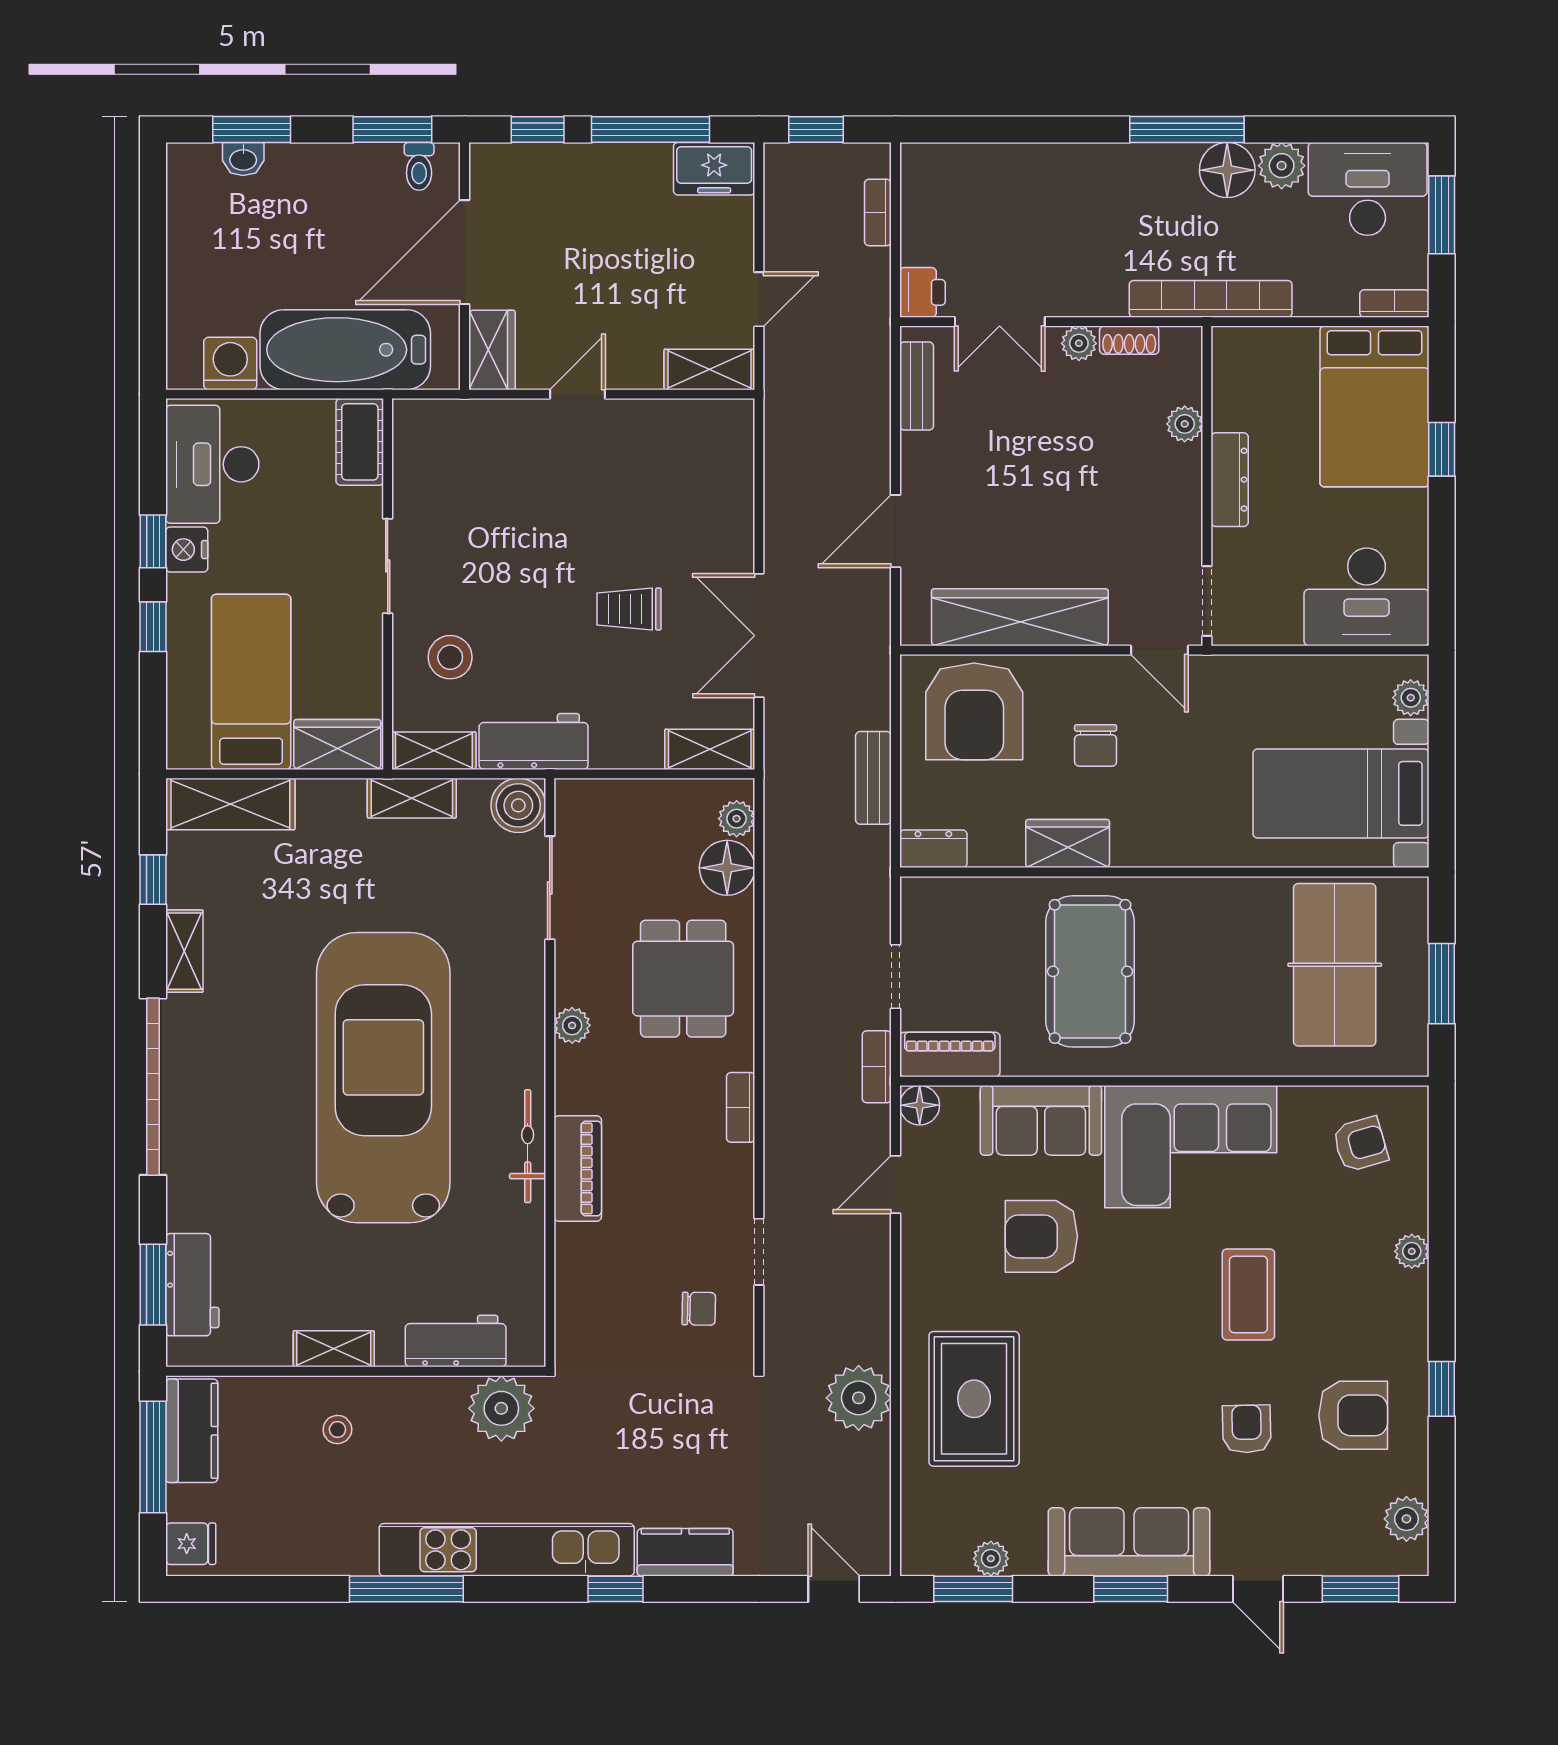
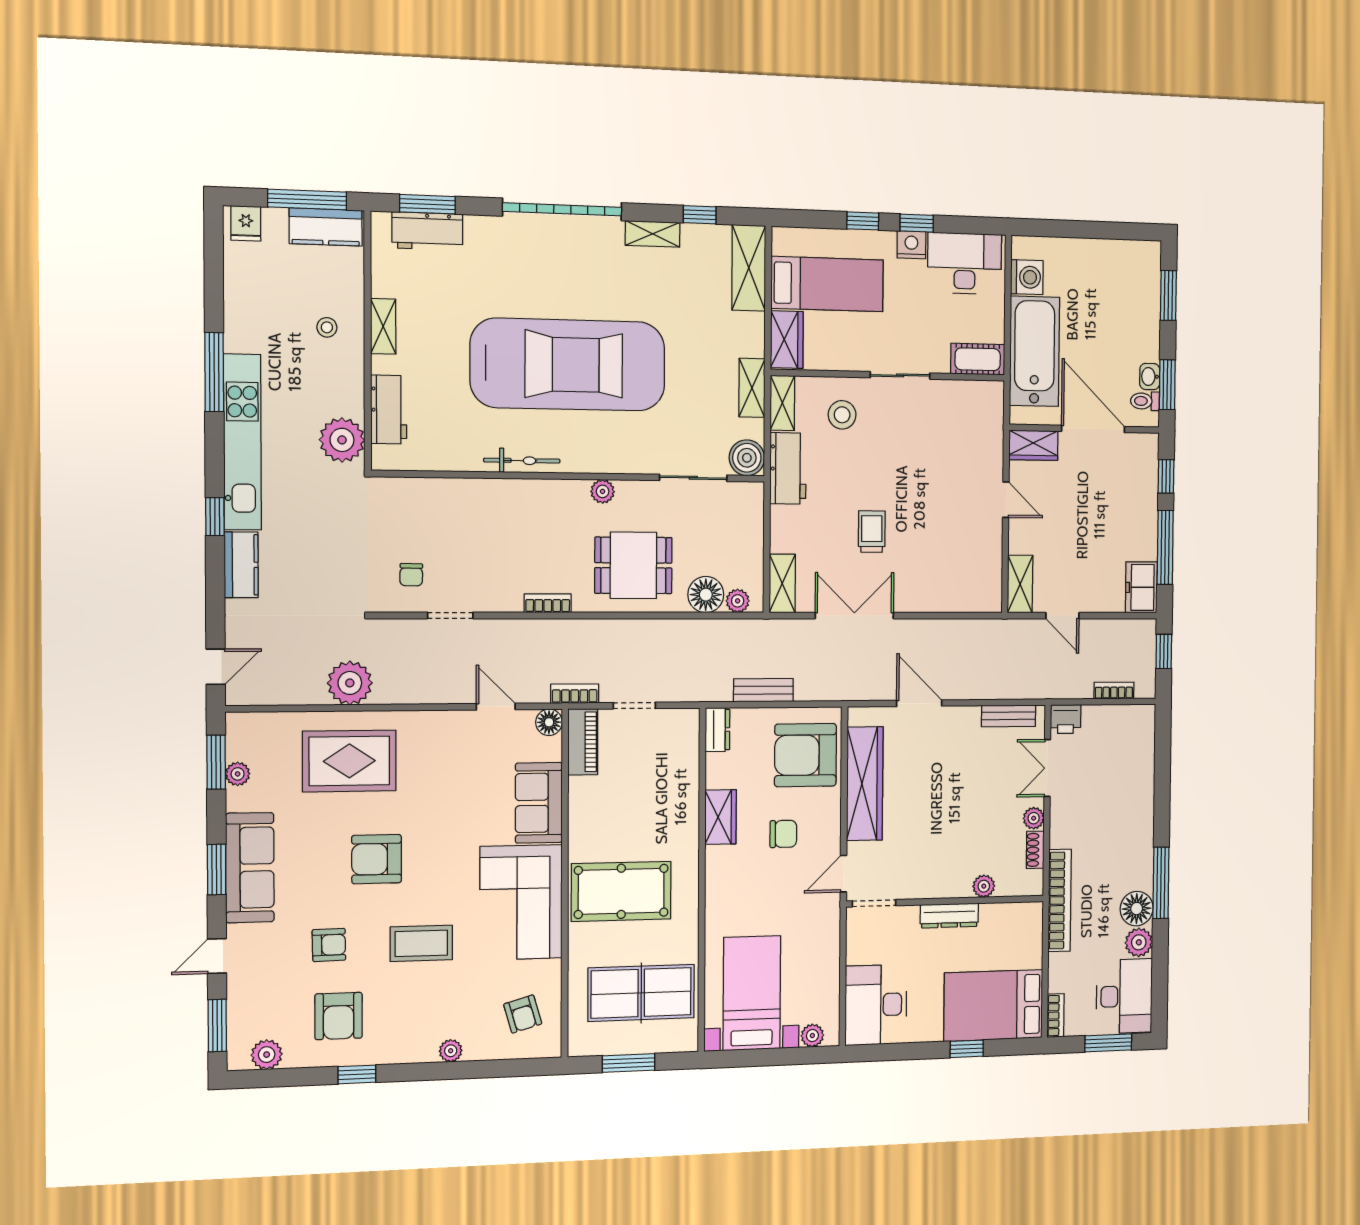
washbasin: (243, 159) -> (1150, 377), moved
chair: (1096, 745) -> (783, 834), turned 180
pool table: (1090, 971) -> (621, 891), moved
piano: (578, 1168) -> (507, 494), removed
armchair: (1041, 1236) -> (377, 859), moved, turned -90

